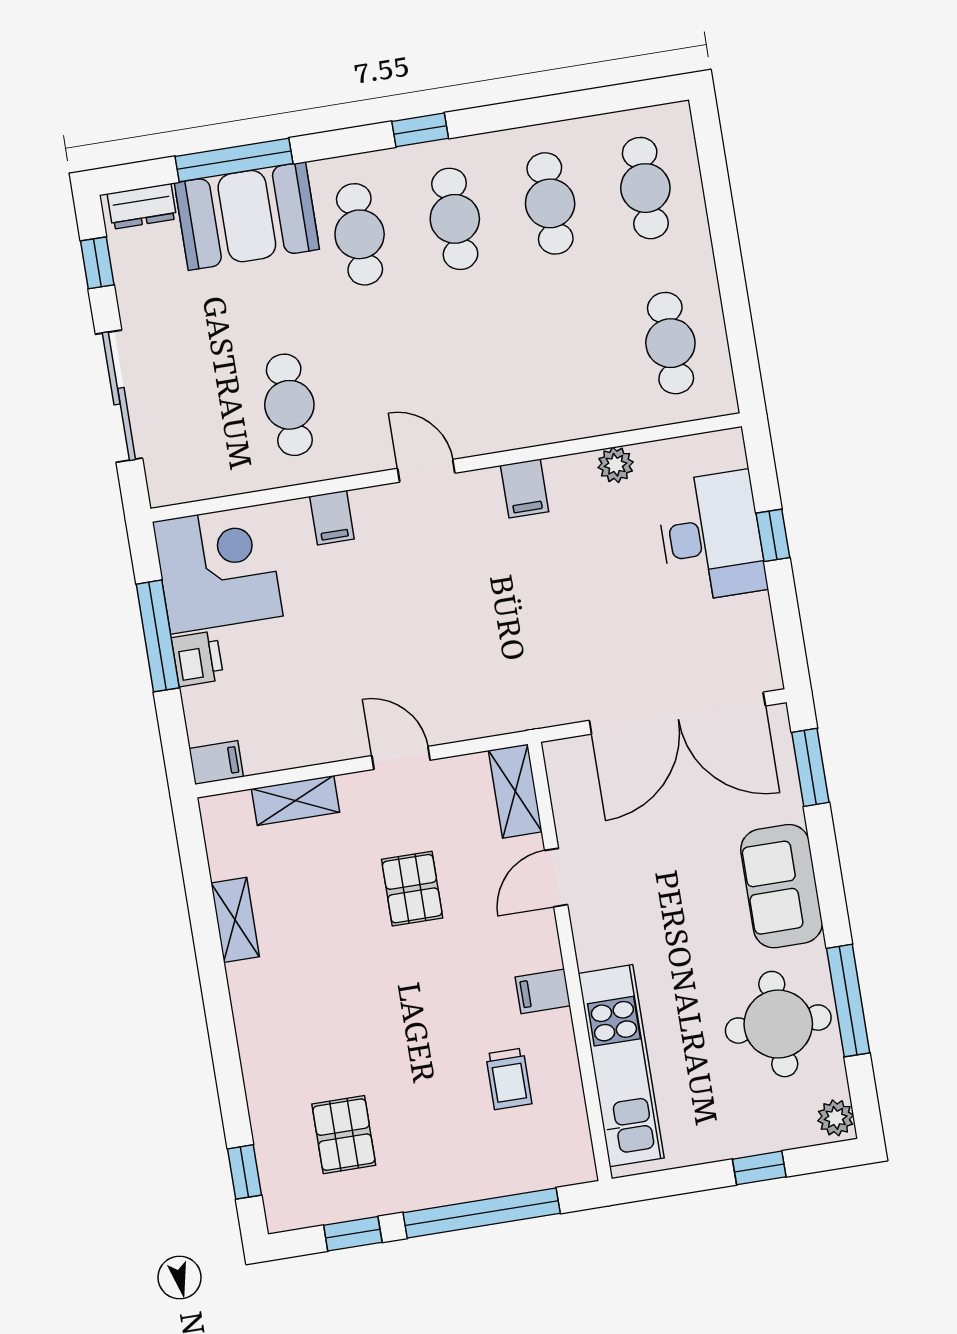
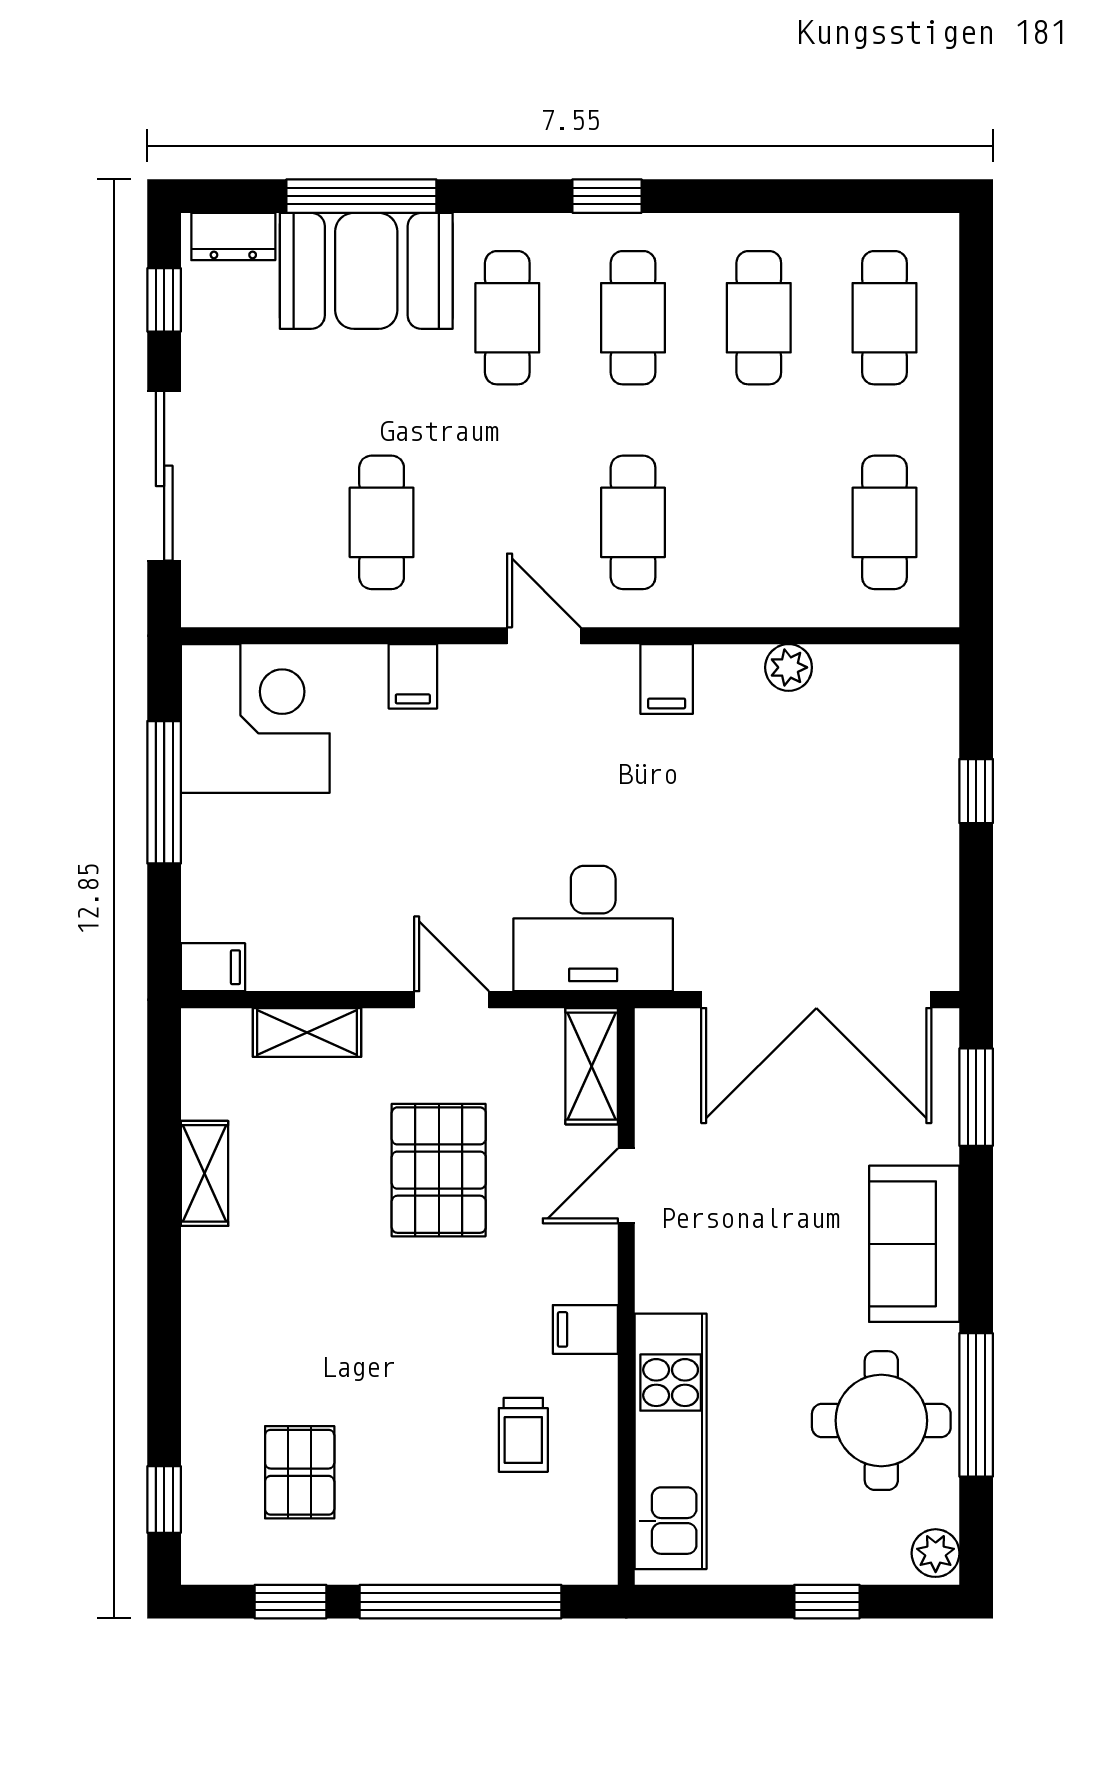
cafe table: (480, 374) -> (633, 522), added
desk: (711, 536) -> (593, 929), moved, turned 90
printer: (197, 659) -> (211, 830), removed
pallet: (412, 889) -> (439, 1170), width x1.50, depth x1.42

